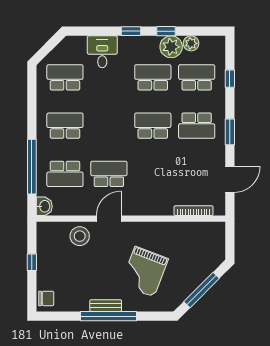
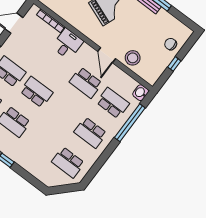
desk: (102, 52) -> (67, 44), moved, turned 180
school desk: (153, 126) -> (36, 92), turned 180
door: (109, 219) -> (107, 55), hinge flipped
chair: (46, 298) -> (171, 44), moved

